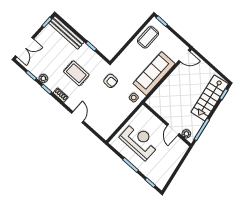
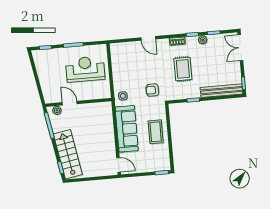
coffee table: (148, 37) -> (156, 132), moved
door: (184, 56) -> (119, 165), swing flipped
rug: (76, 73) -> (183, 69), turned 90
reception desk: (139, 141) -> (85, 69), turned 180

